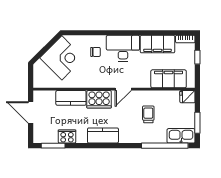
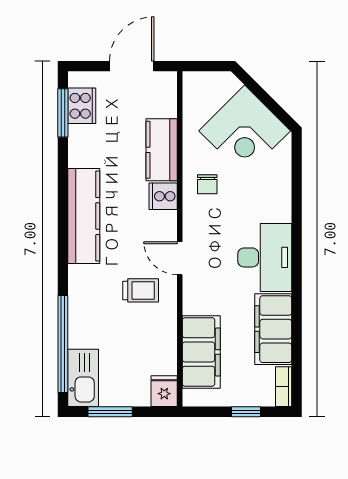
chair: (95, 52) -> (207, 184), moved
cooker: (99, 99) -> (163, 196), width x0.53, depth x0.76
trolley: (148, 114) -> (141, 290), moved
kitchen counter: (103, 135) -> (84, 216), width x1.50
cooker: (67, 136) -> (82, 106), moved

